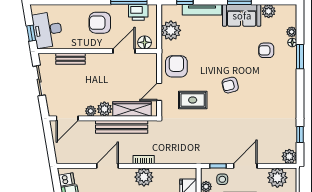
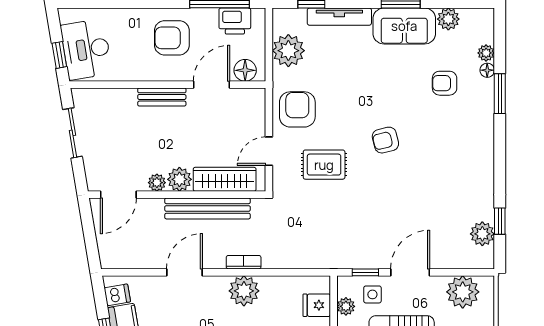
bench: (71, 59) -> (162, 97), moved
plant: (289, 156) -> (482, 234), moved

